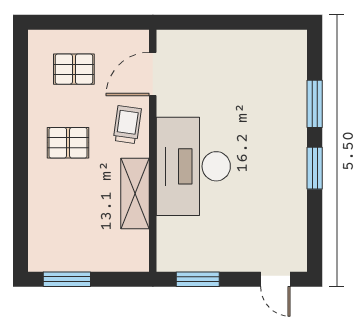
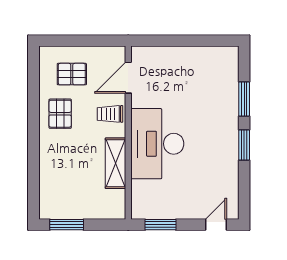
trolley: (127, 125) -> (110, 114), turned -98
pallet: (68, 143) -> (60, 114), moved, turned 90
door: (275, 279) -> (216, 225), swing flipped

